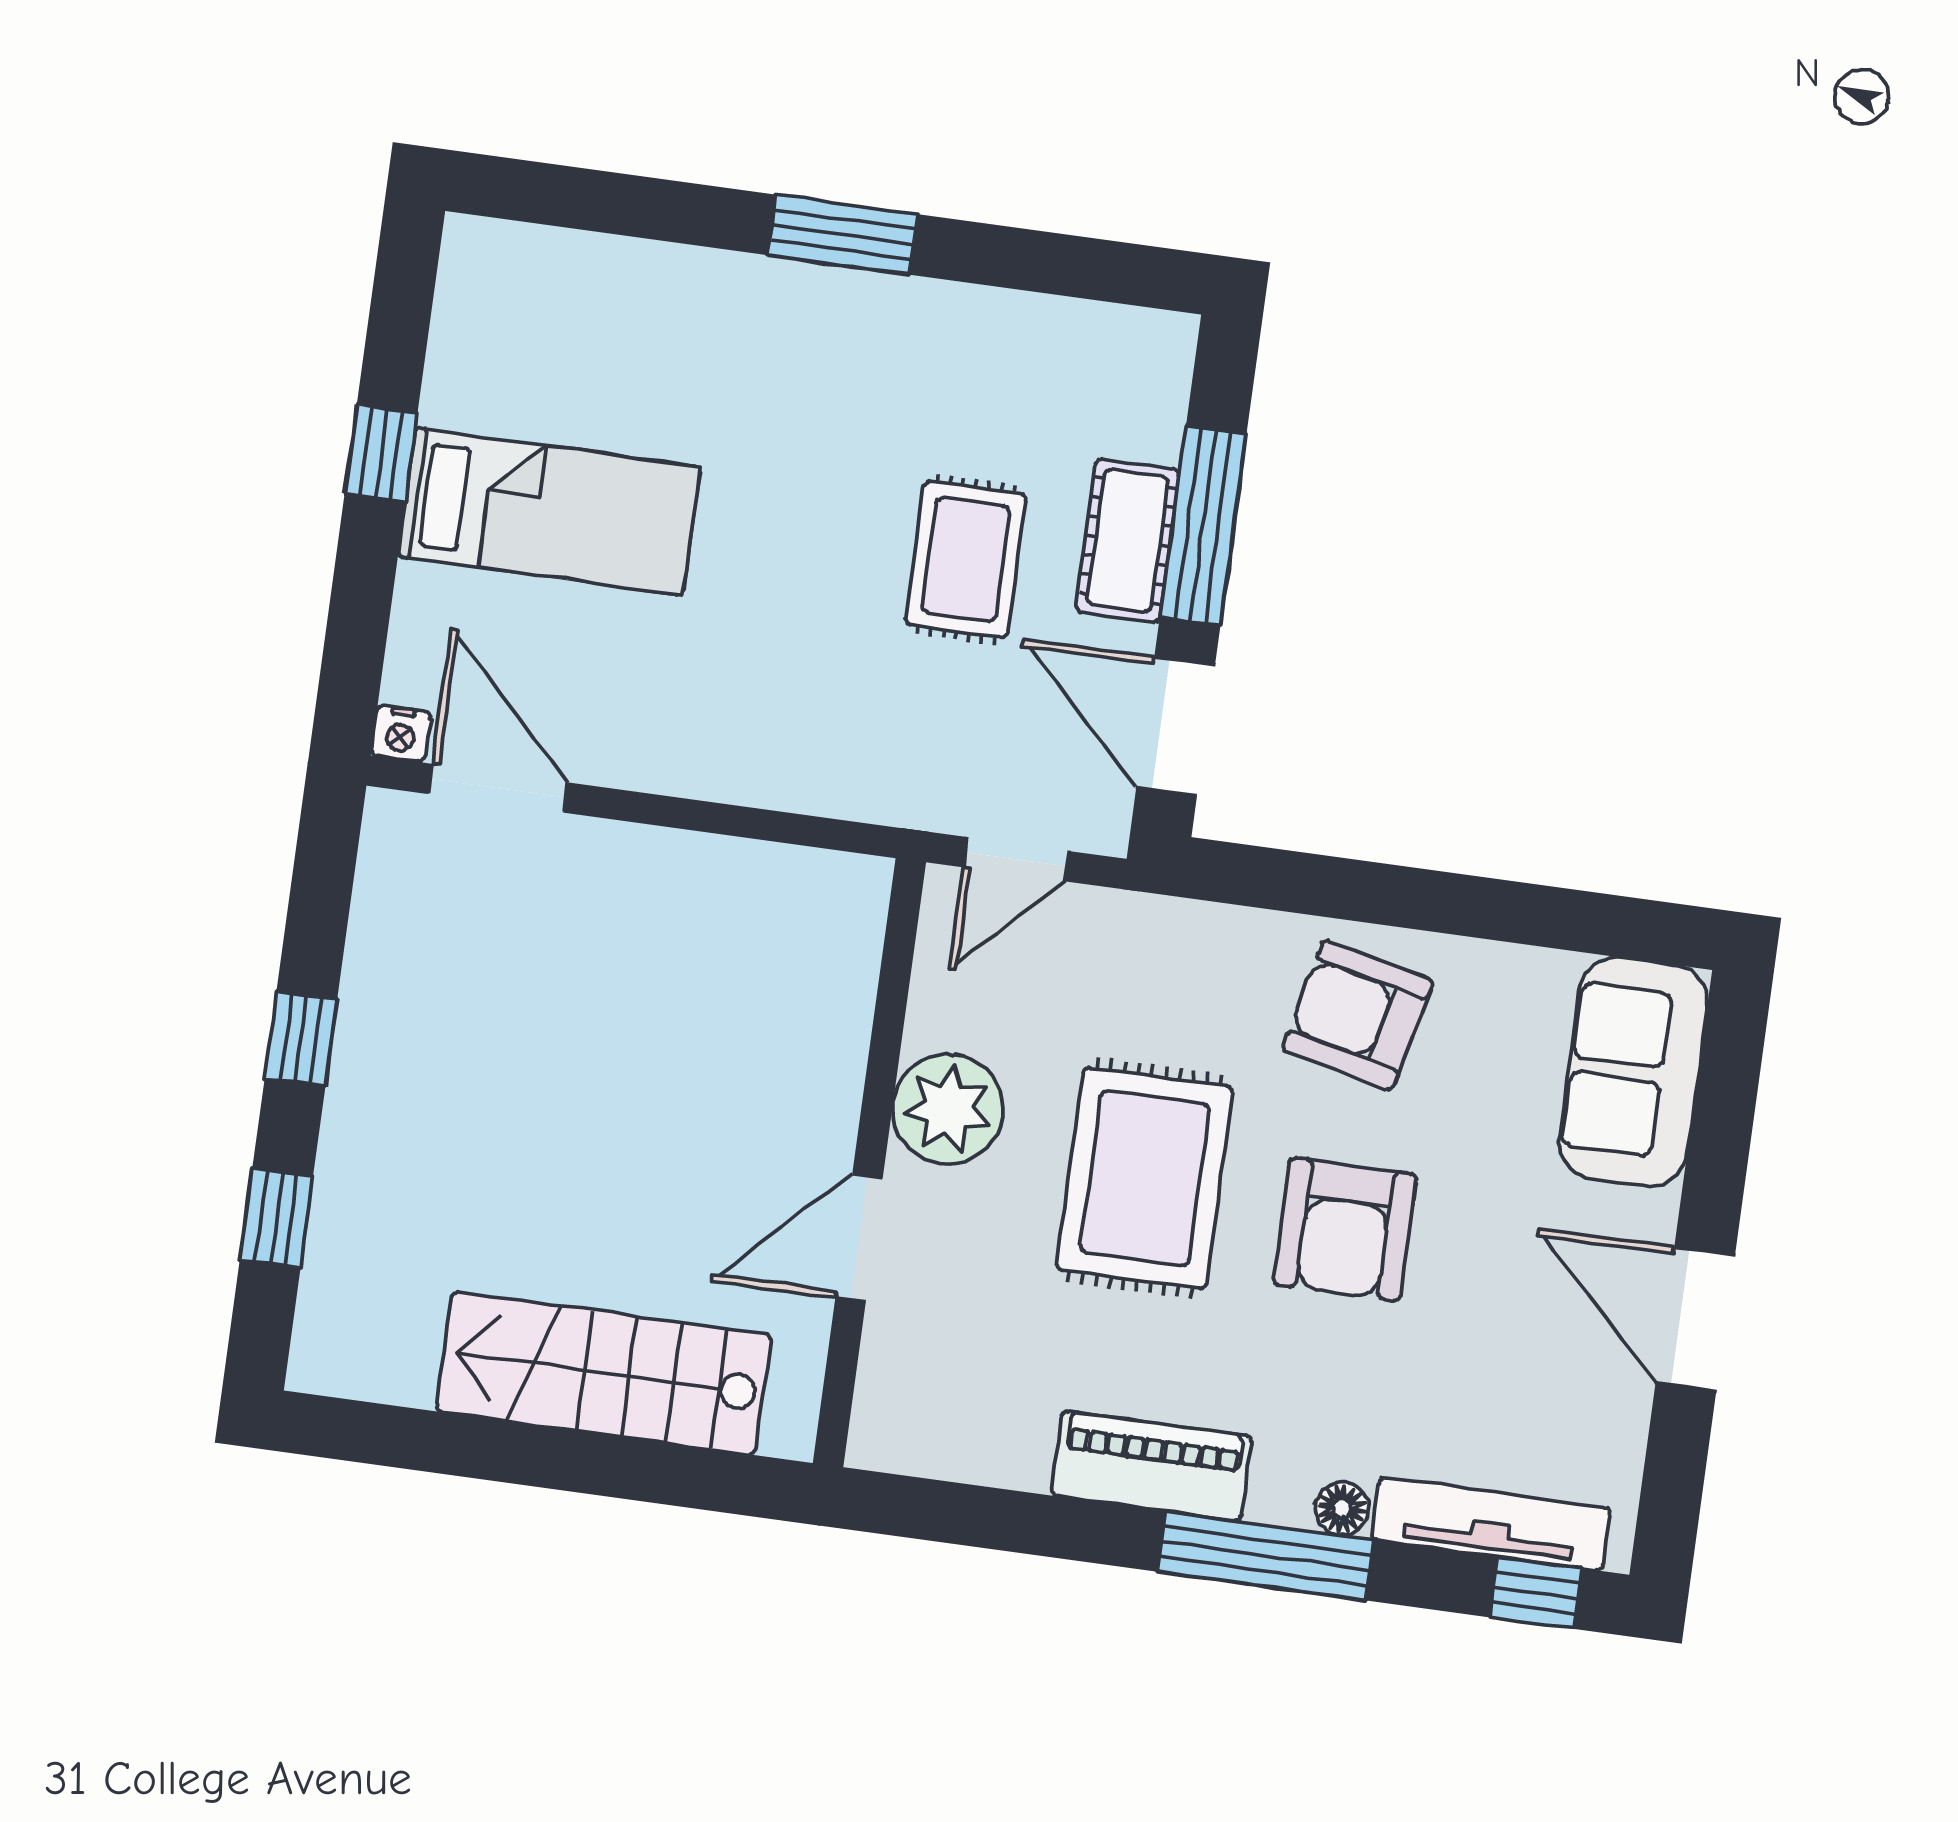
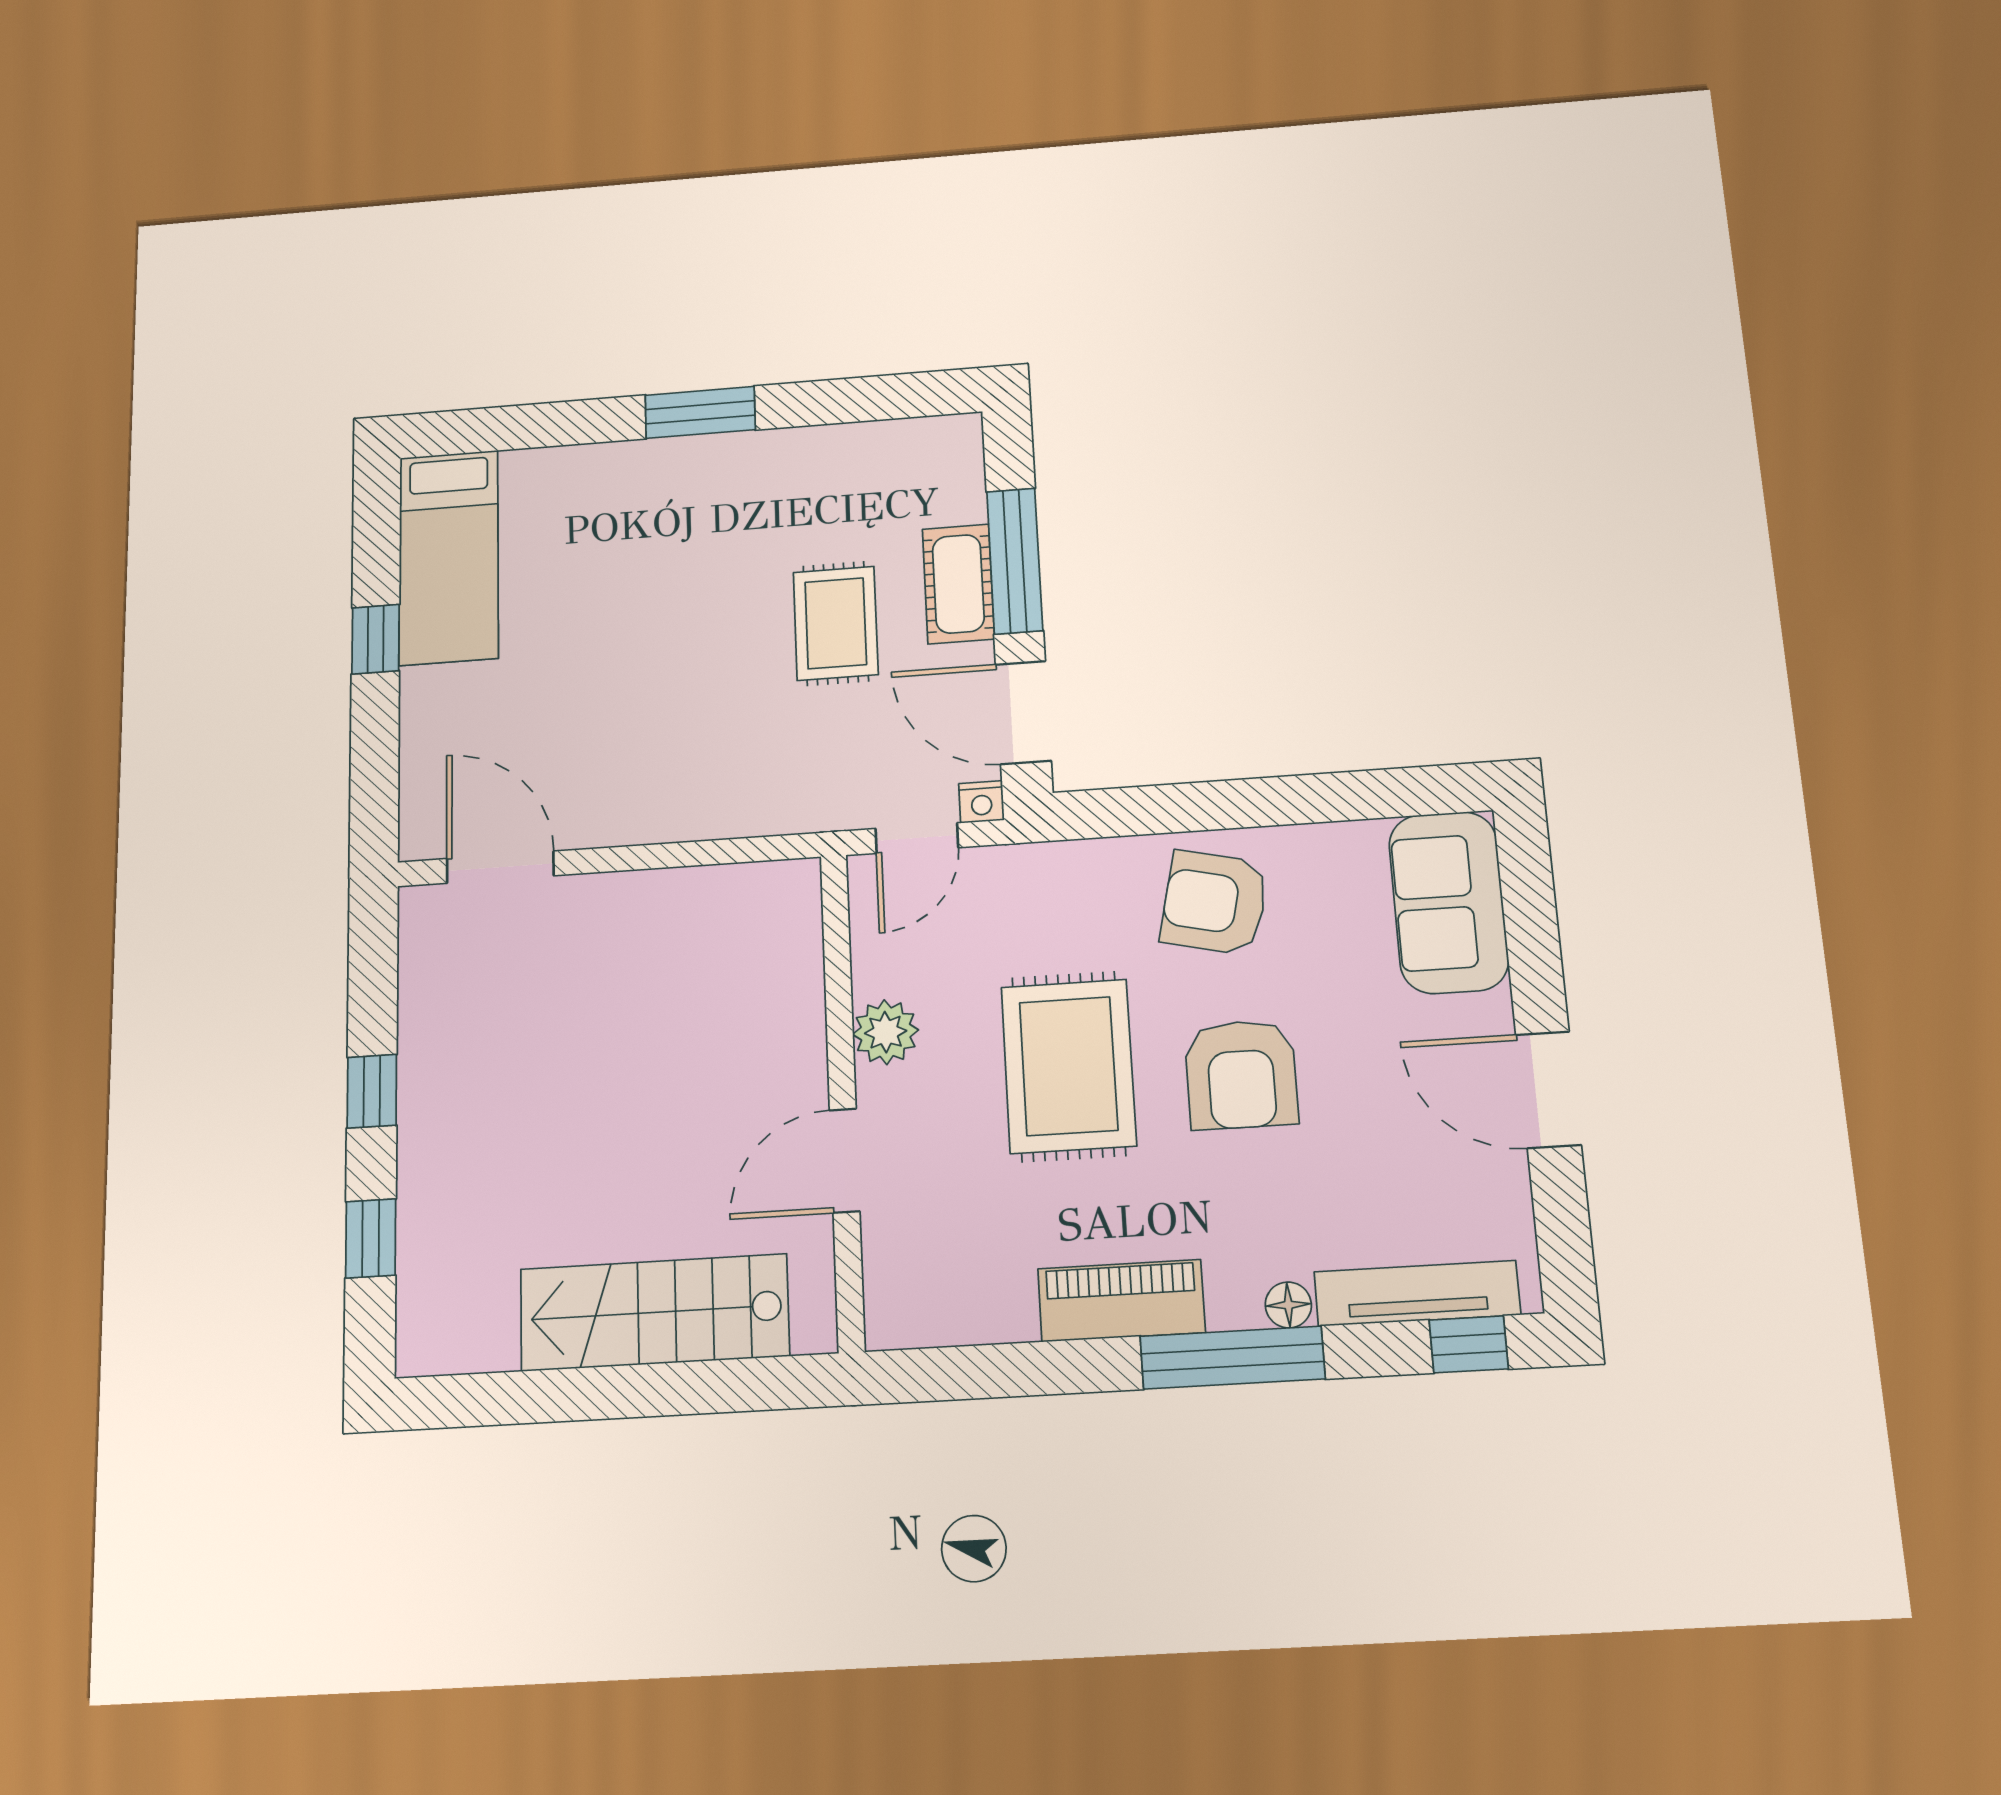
bed: (549, 512) -> (449, 557), moved, turned 90
nightstand: (401, 734) -> (982, 802), moved
plant: (948, 1109) -> (886, 1032), width x0.73, depth x0.73

